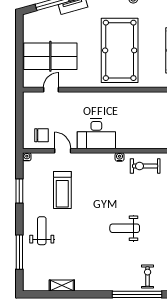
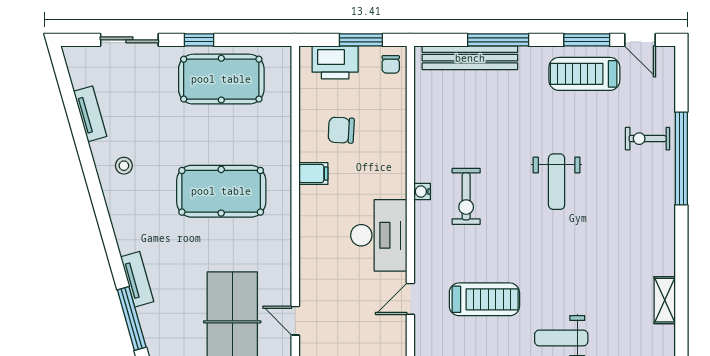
pool table: (120, 50) -> (221, 191), width x0.73, depth x0.76
filing cabinet: (129, 99) -> (313, 174), added
chair: (41, 135) -> (341, 130), moved, turned -87
exercise bike: (145, 166) -> (466, 196), moved

